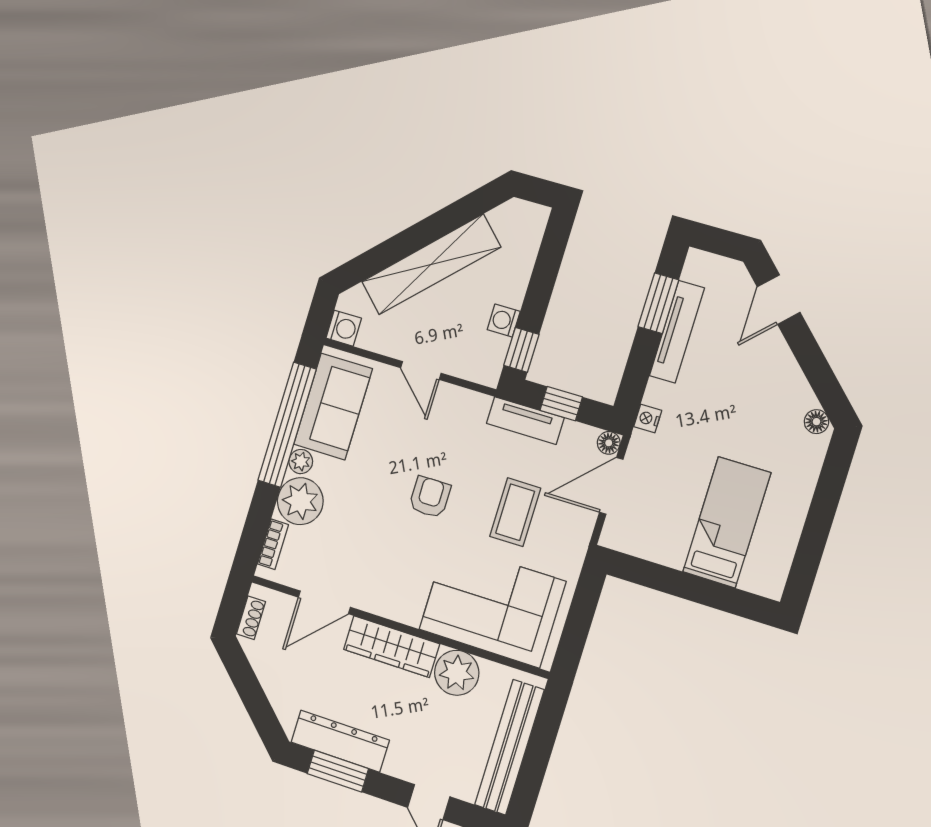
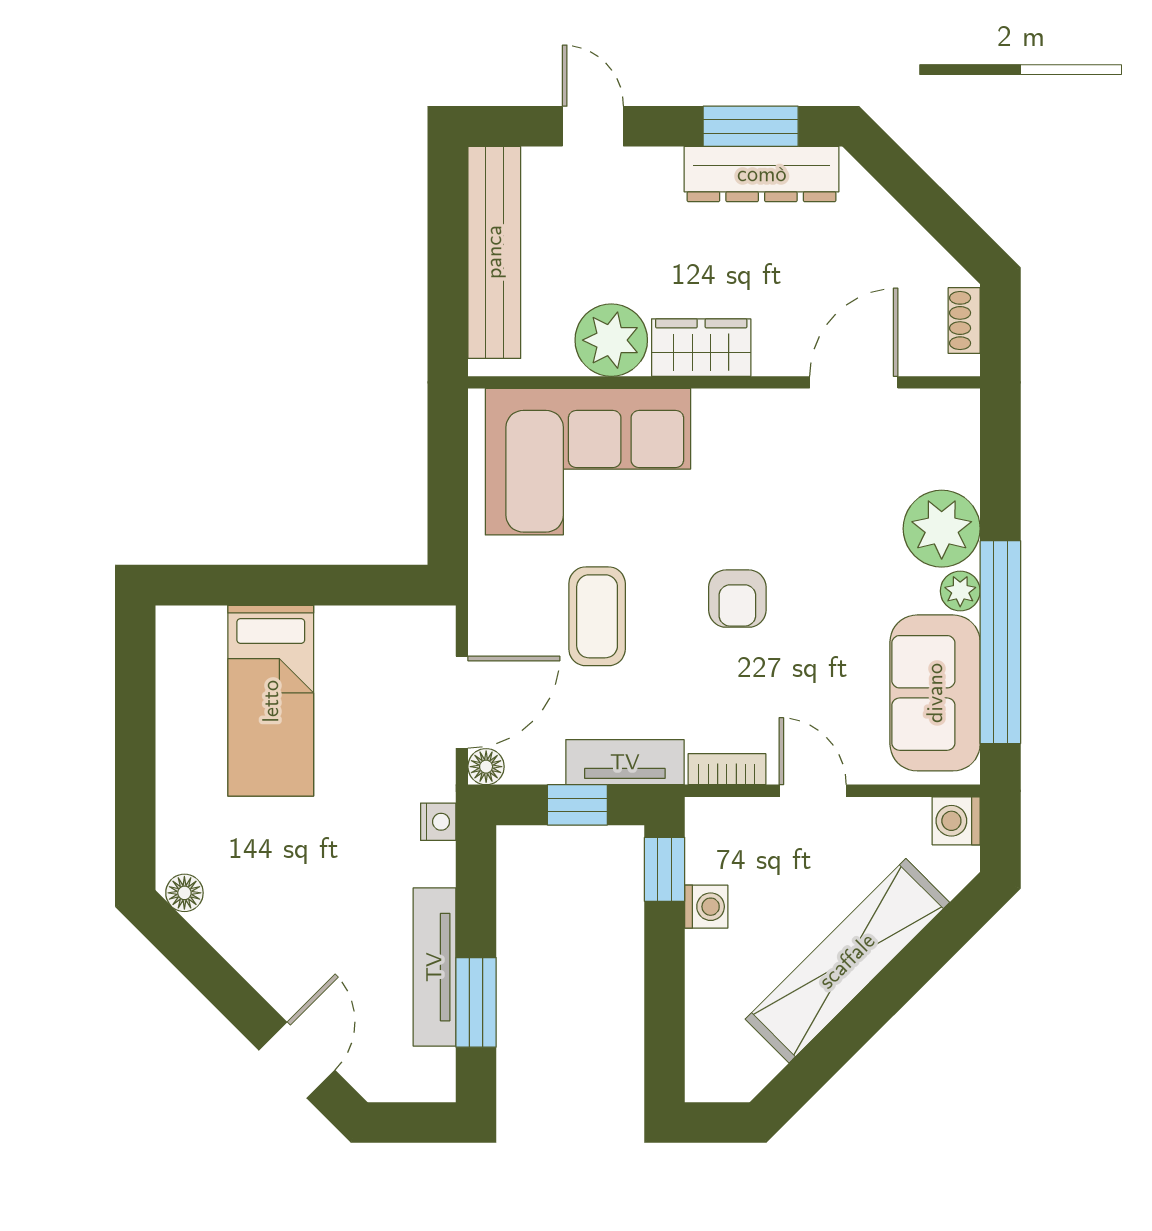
bookcase: (273, 544) -> (727, 769), moved, turned 90
wardrobe: (391, 647) -> (701, 348), width x0.67

